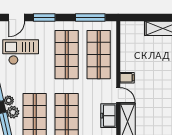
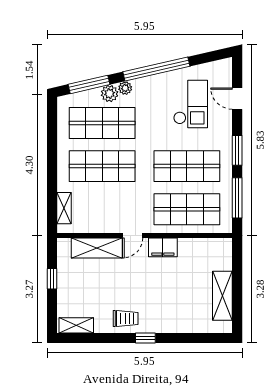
window: (44, 17) -> (237, 150), moved
filing cabinet: (127, 78) -> (163, 247), width x2.00
freezer: (109, 116) -> (105, 223), removed

